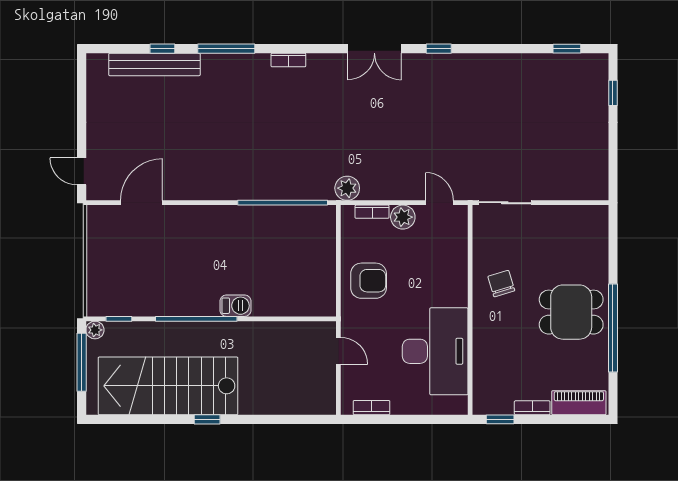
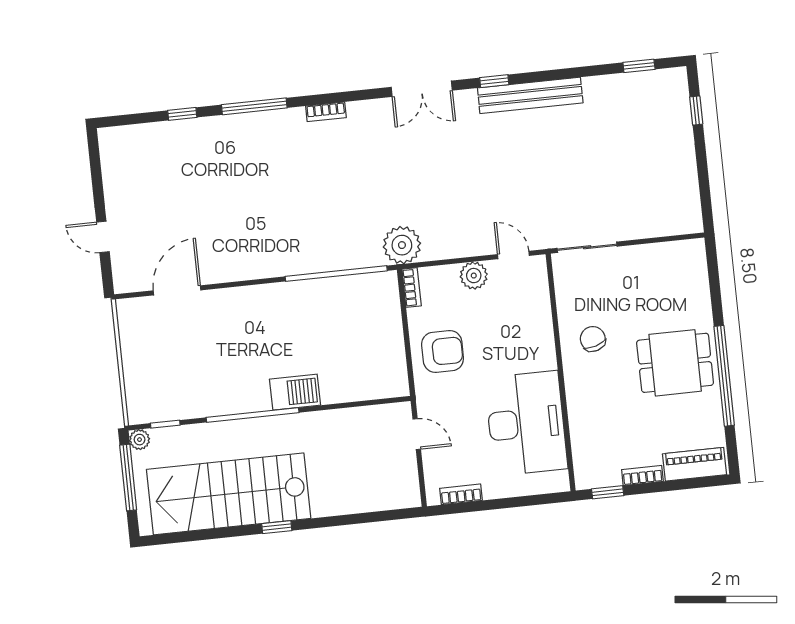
bench: (154, 64) -> (530, 95), moved
door: (82, 171) -> (103, 237), moved
plant: (347, 188) -> (402, 245), width x1.36, depth x1.36
bookcase: (372, 212) -> (412, 287), moved, turned -90
barbecue: (236, 306) -> (295, 392), width x1.38, depth x1.27

